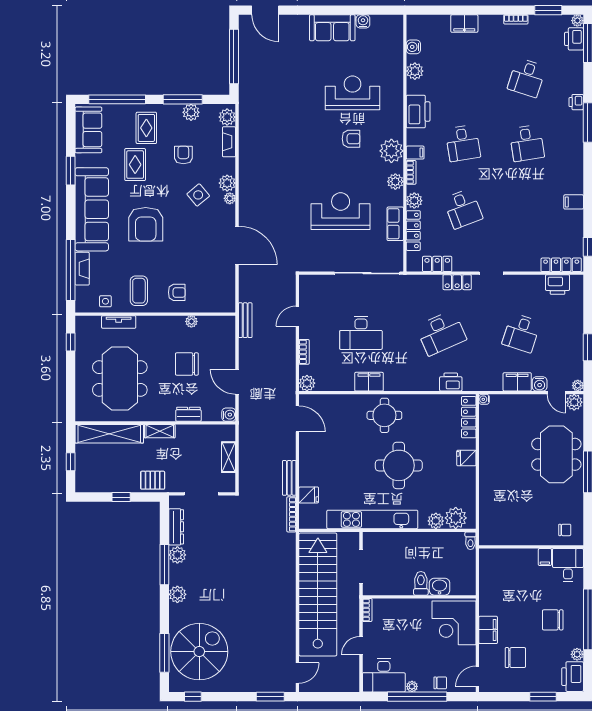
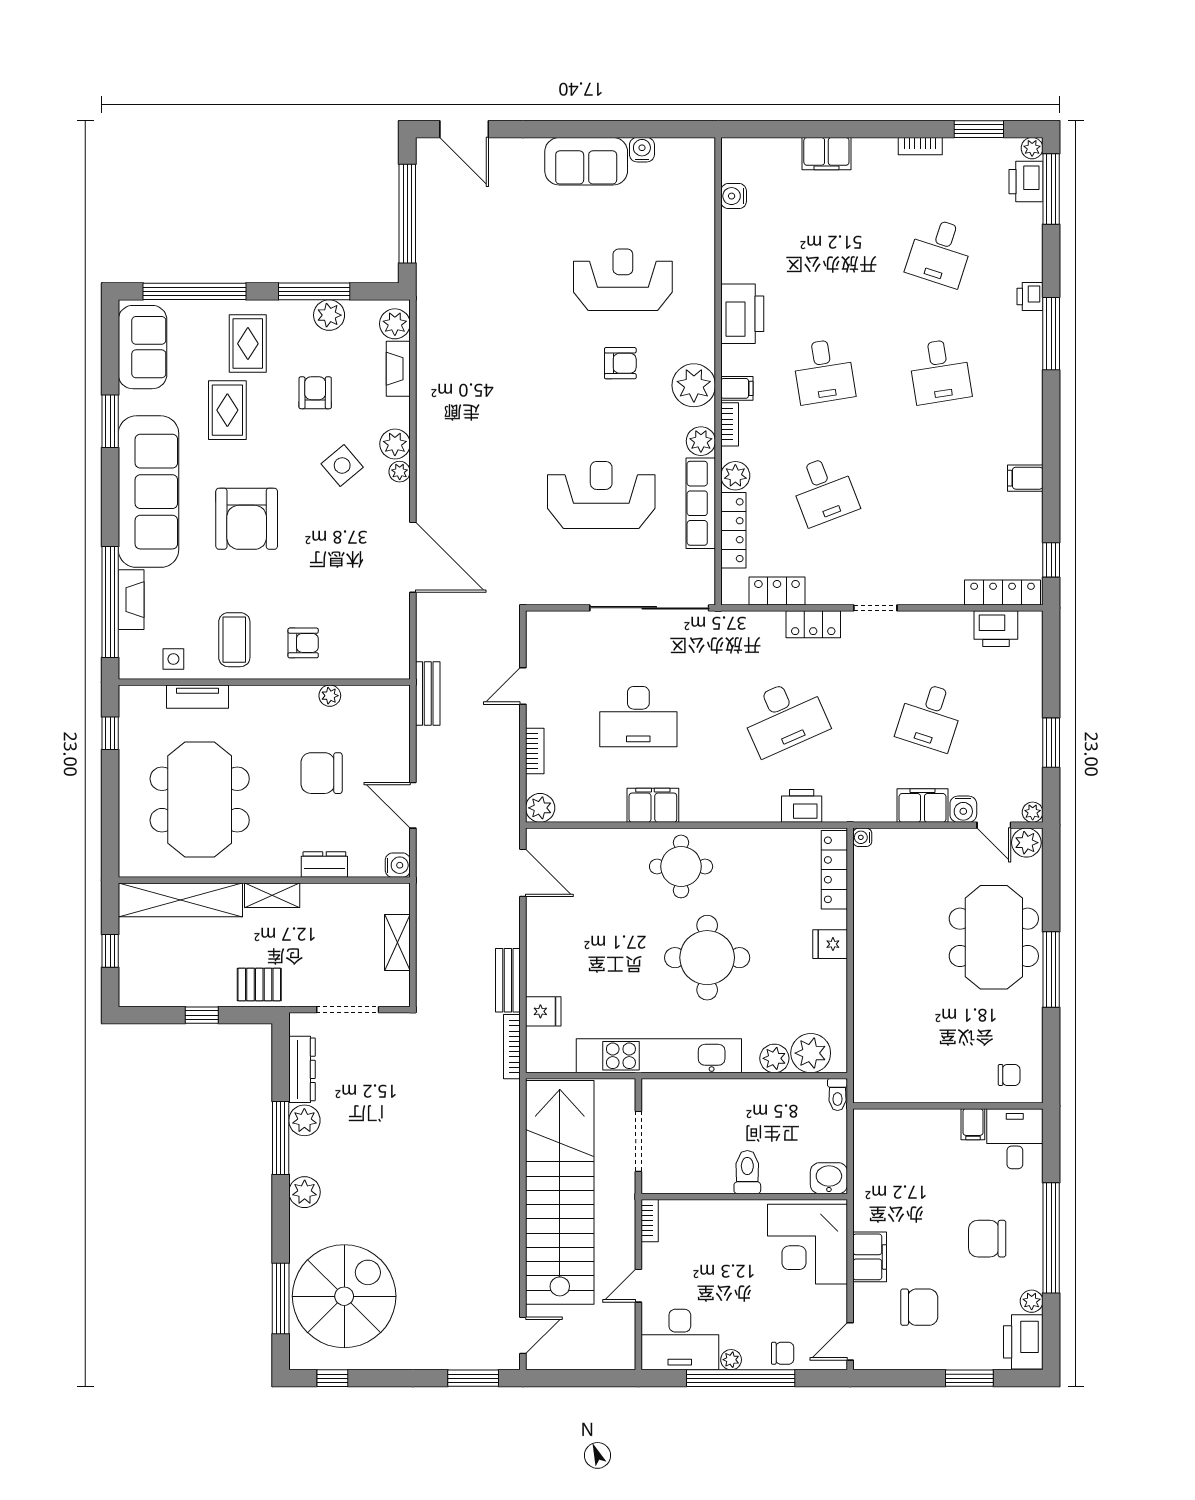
plant: (415, 71) -> (736, 240), removed
row of seats: (395, 224) -> (701, 503), width x1.48
washbasin: (440, 587) -> (829, 1178), moved

